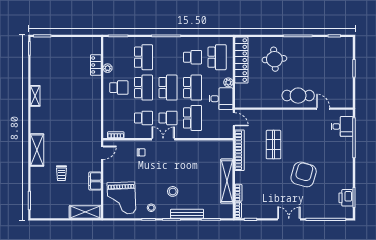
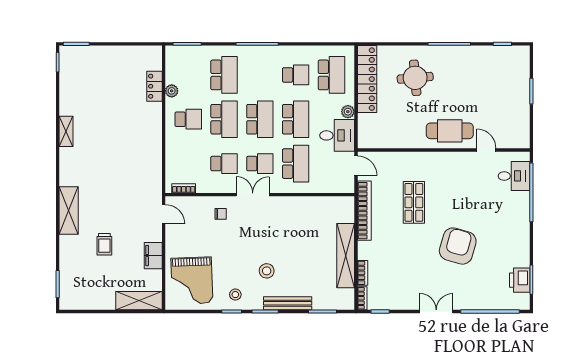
door: (102, 153) -> (164, 214), hinge flipped

